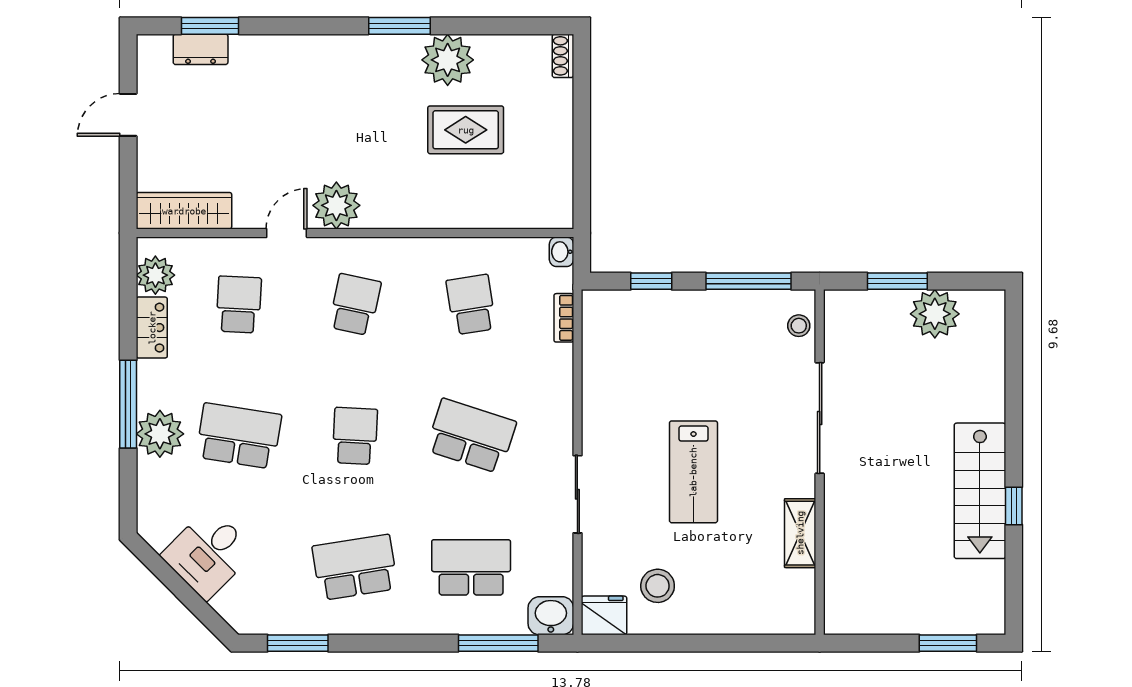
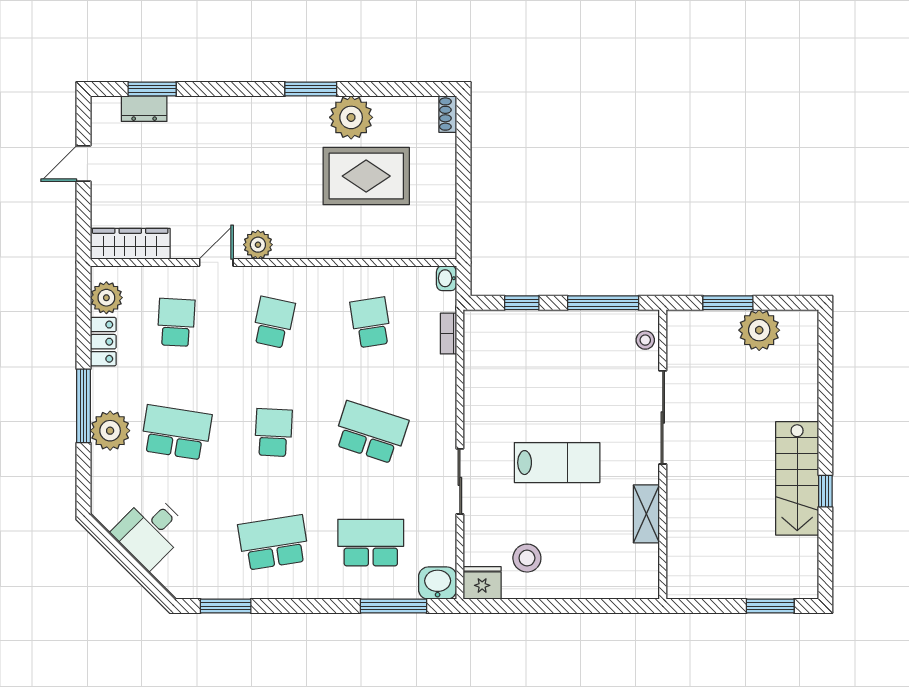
rug: (466, 130) -> (366, 176), width x1.36, depth x1.43
plant: (336, 205) -> (258, 245), width x0.73, depth x0.73
lab bench: (693, 472) -> (557, 463), turned -90

